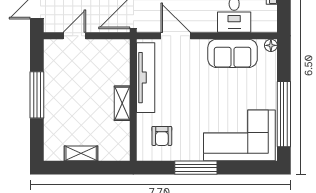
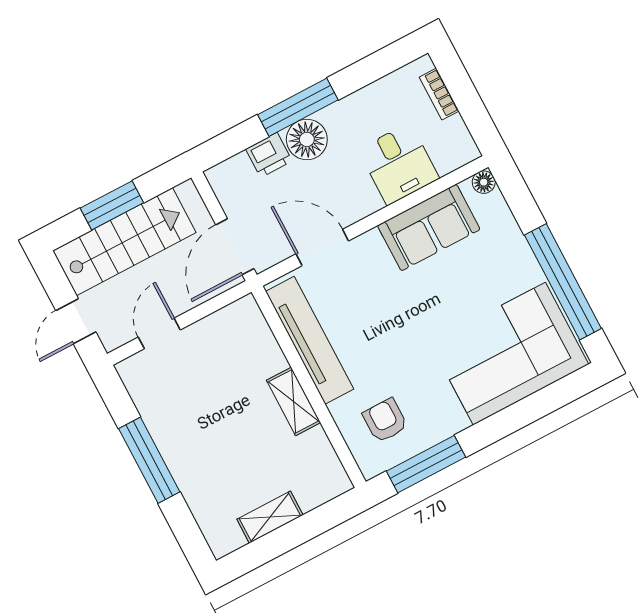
armchair: (162, 136) -> (385, 420), turned 180
window: (196, 168) -> (426, 464), moved

